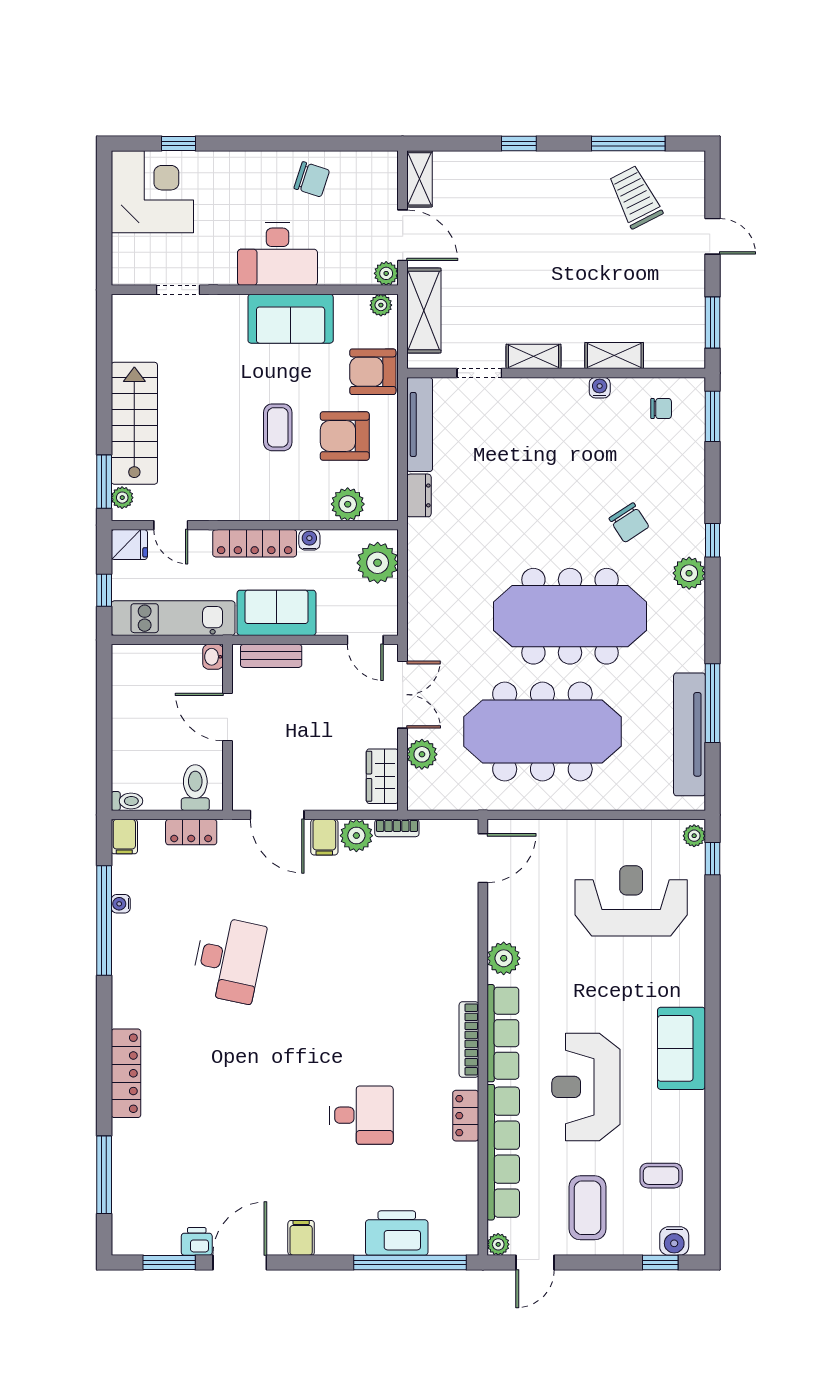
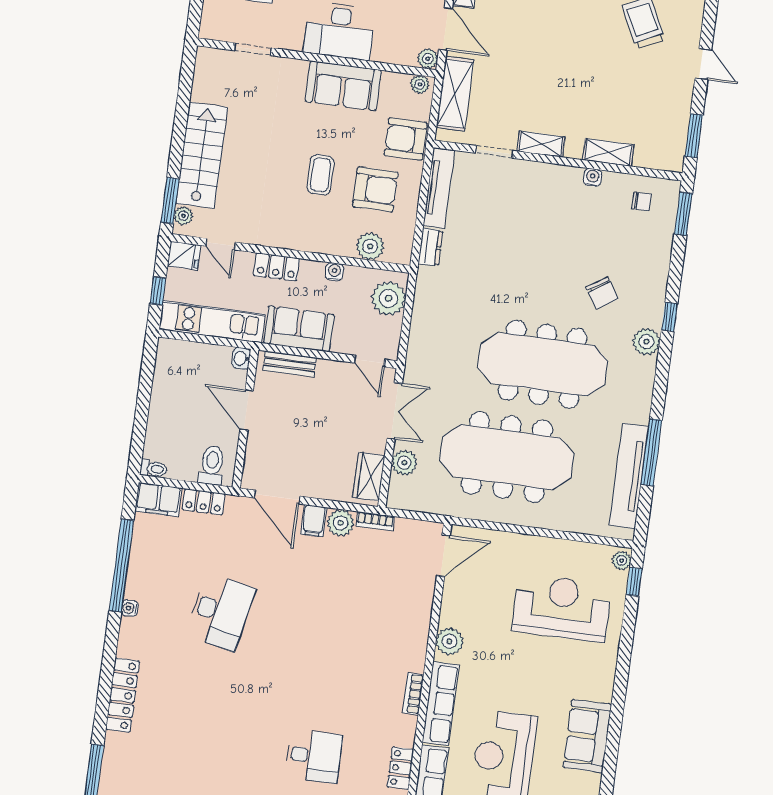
armchair: (345, 436) -> (375, 189), turned 180
locker: (255, 543) -> (276, 267), width x0.66
filing cabinet: (124, 837) -> (158, 500), width x2.00
water cooler: (121, 904) -> (130, 608), moved
bookcase: (469, 1040) -> (413, 694), width x0.64

